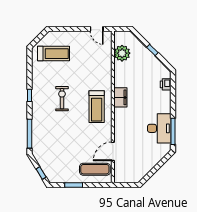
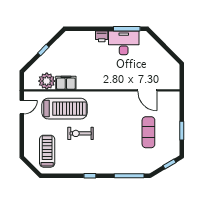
printer: (166, 84) -> (102, 36), moved
filing cabinet: (120, 97) -> (66, 83), moved
exercise bike: (62, 99) -> (81, 133), moved
treadmill: (97, 107) -> (65, 109), moved, width x1.37, depth x1.38
exercise mat: (95, 169) -> (148, 132), moved

